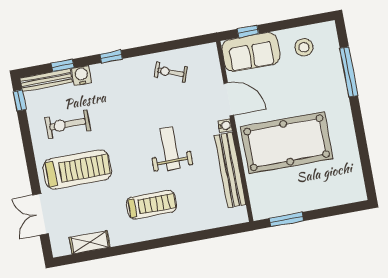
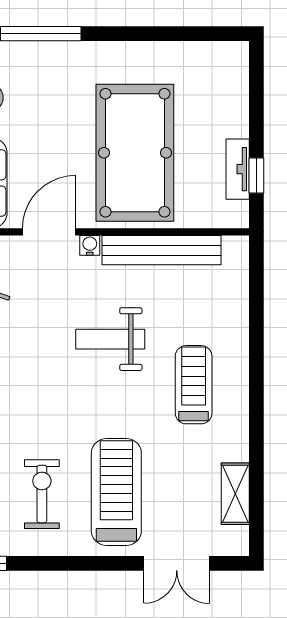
exercise bike: (68, 124) -> (42, 494), turned 180
tv unit: (288, 207) -> (238, 169), added
window: (286, 220) -> (256, 175), width x0.67

